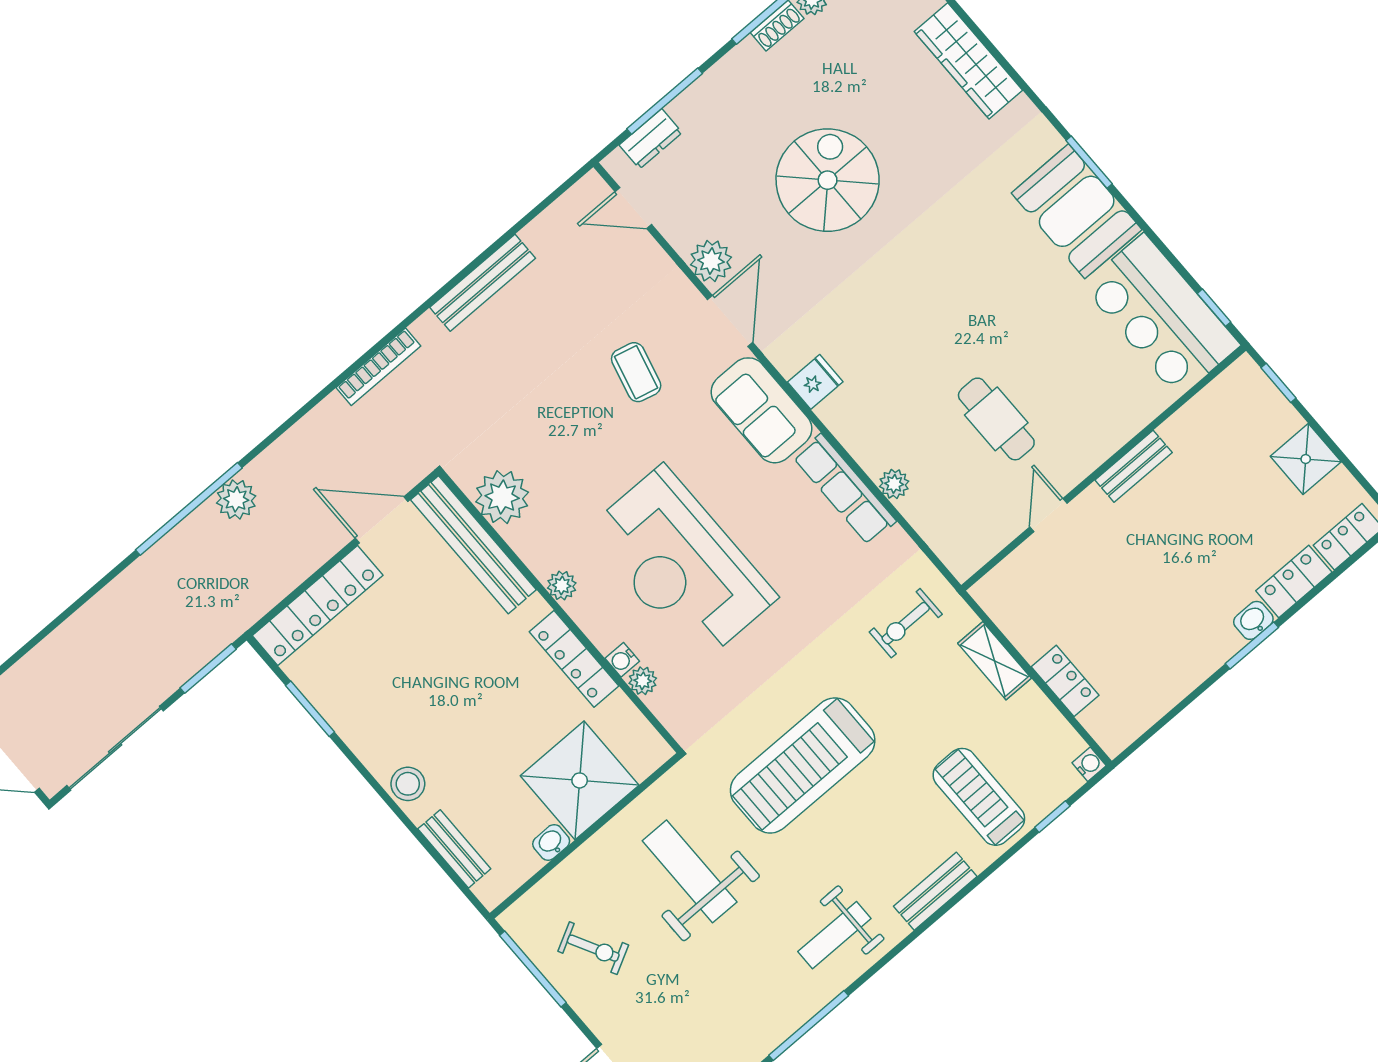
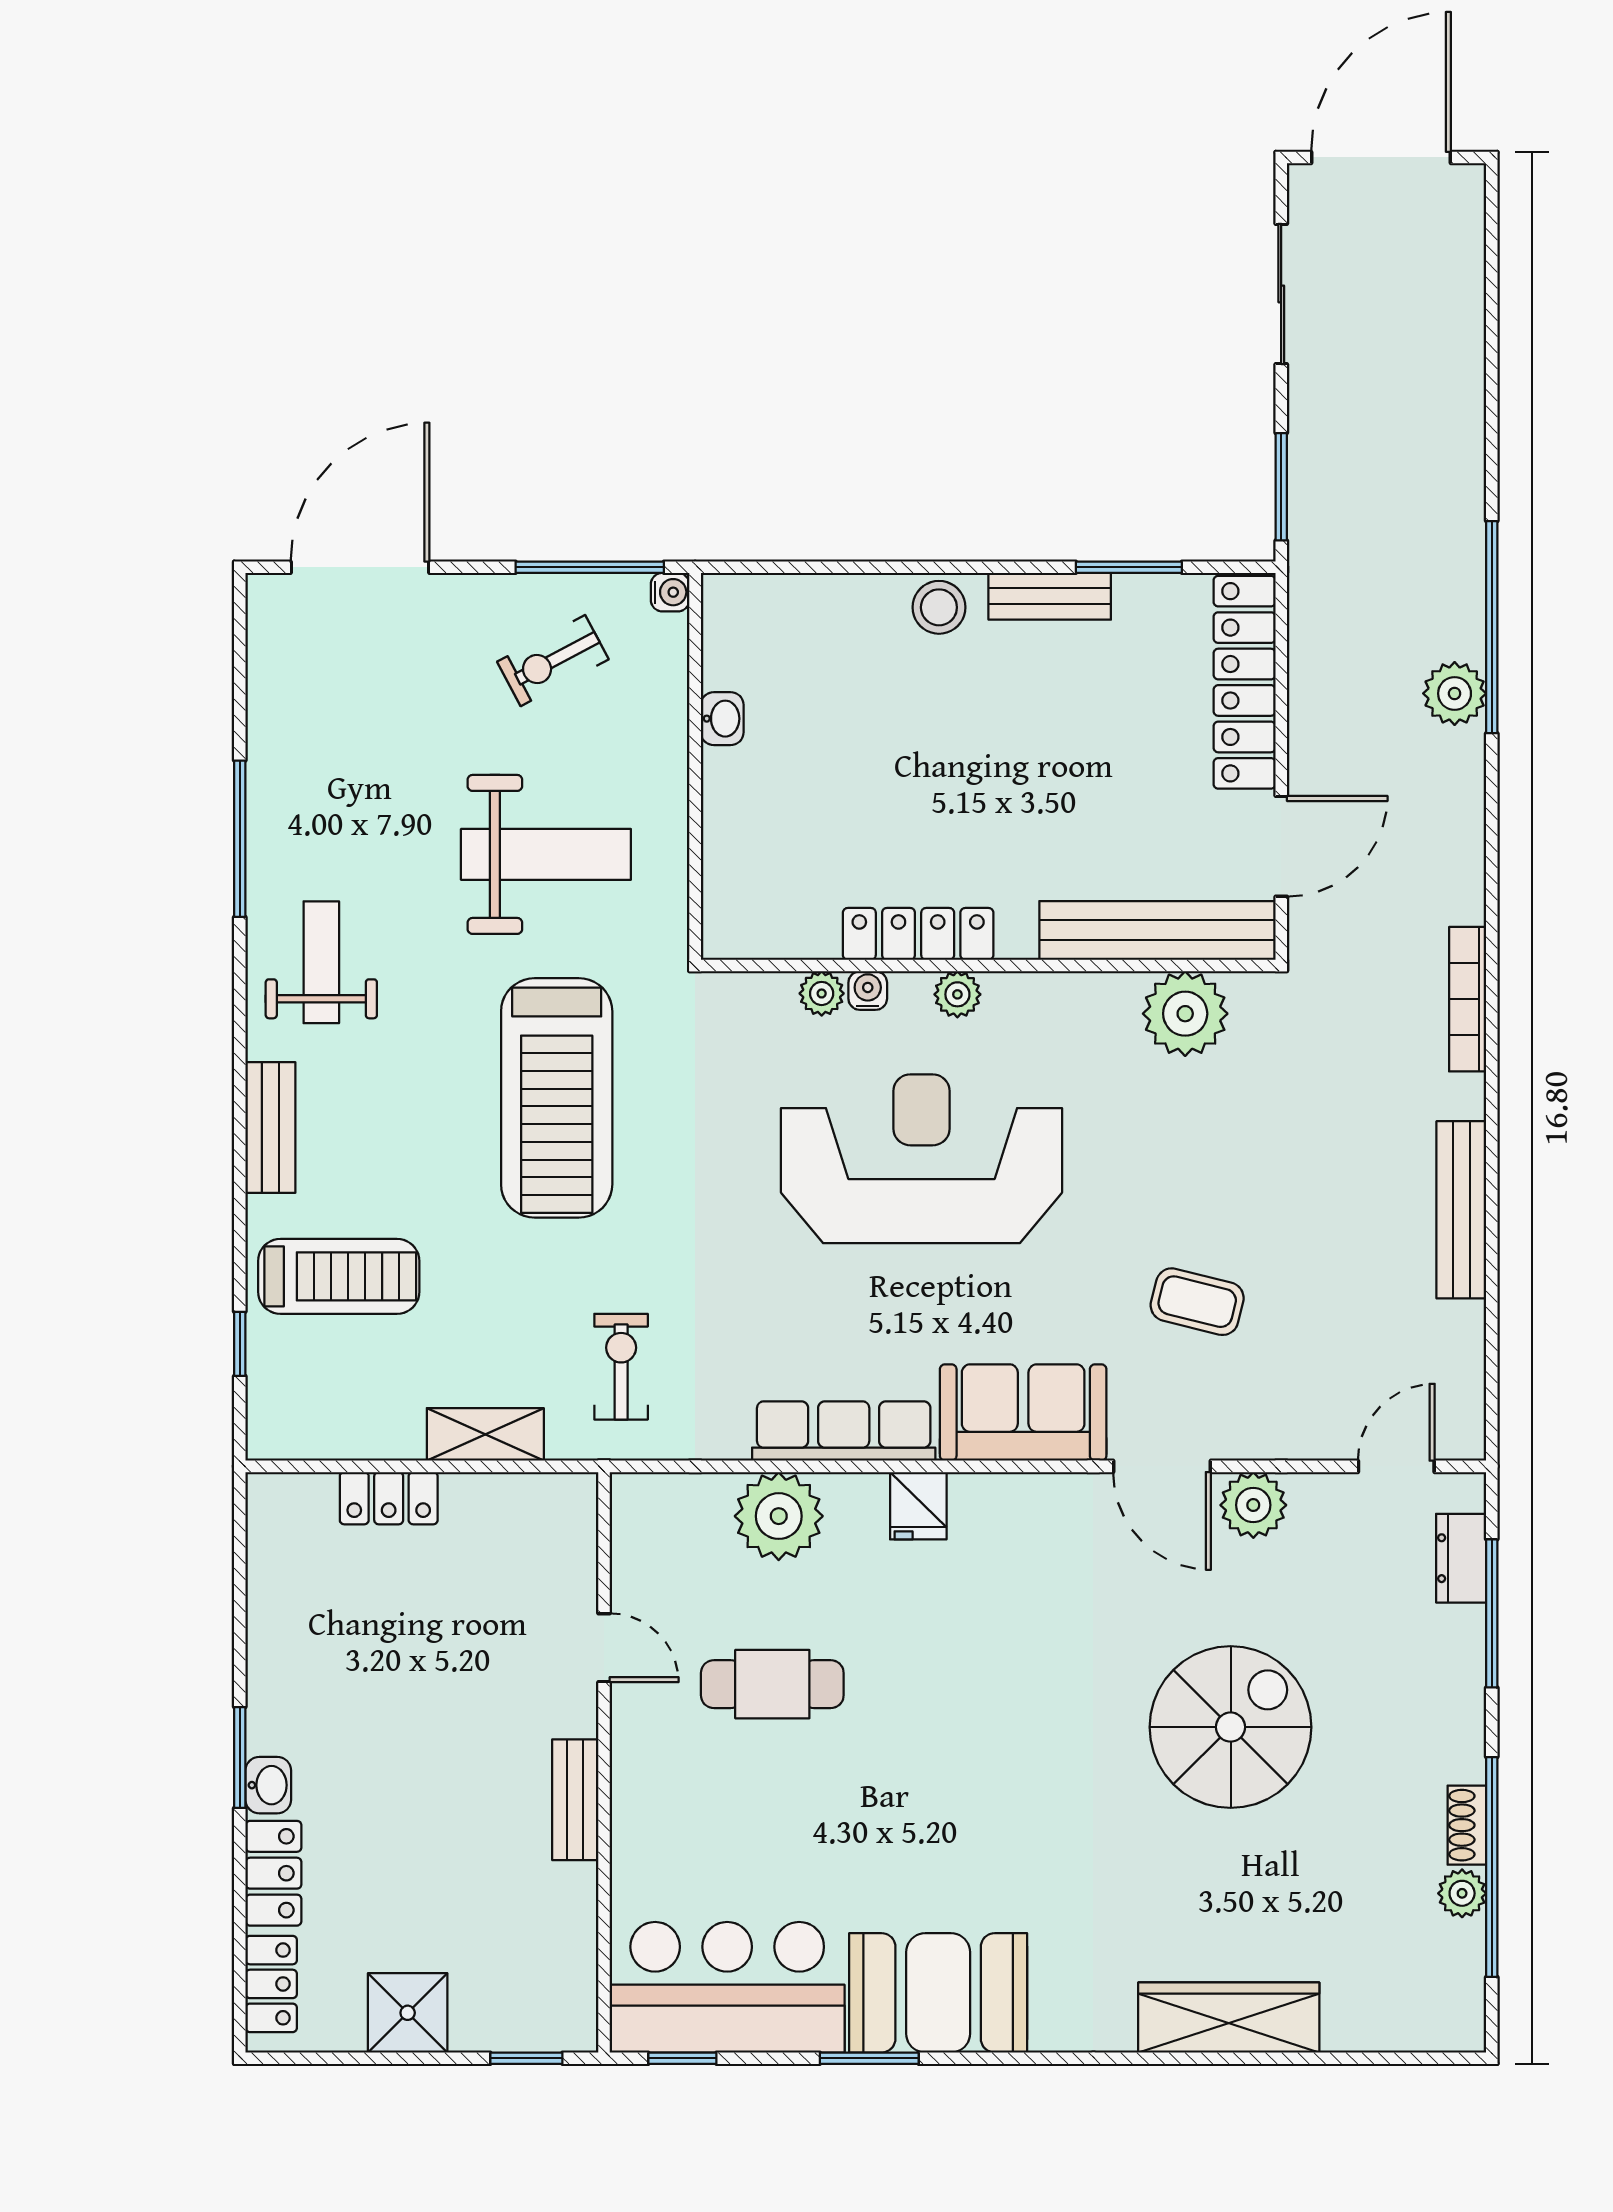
window: (1089, 162) -> (869, 2058), moved
spiral stairs: (828, 180) -> (1231, 1727), turned -90
fridge: (815, 382) -> (918, 1506), moved
plant: (894, 484) -> (779, 1516), width x1.87, depth x1.87
plant: (562, 586) -> (957, 994), moved
sliding door: (115, 748) -> (1281, 294), width x0.73
water cooler: (1089, 764) -> (670, 592), moved, turned -90
treadmill: (803, 765) -> (557, 1098), turned 180
shower: (580, 780) -> (767, 816), removed
bench: (454, 849) -> (1050, 596), moved

